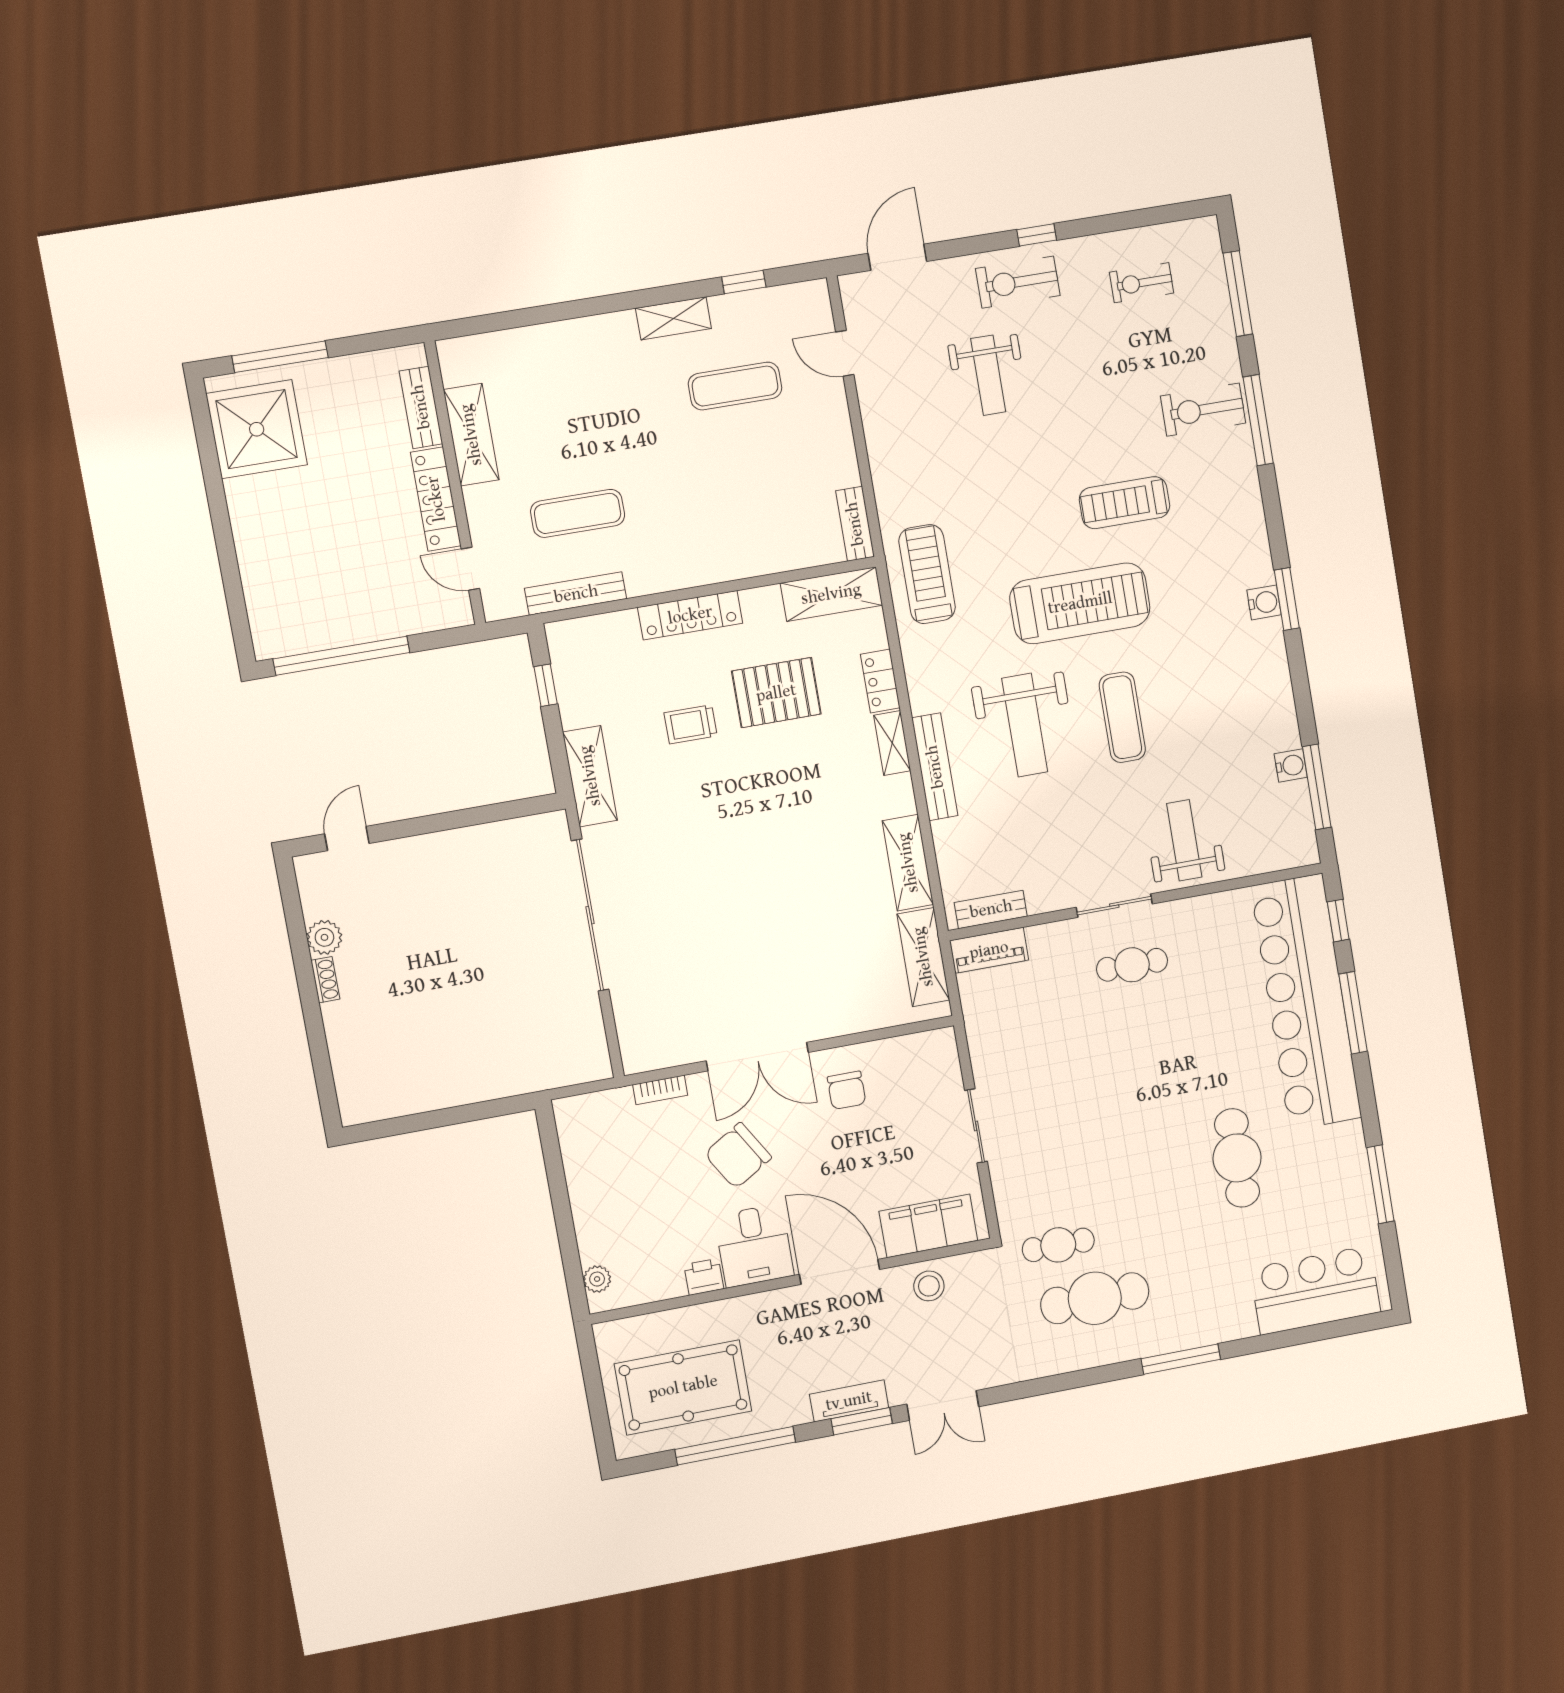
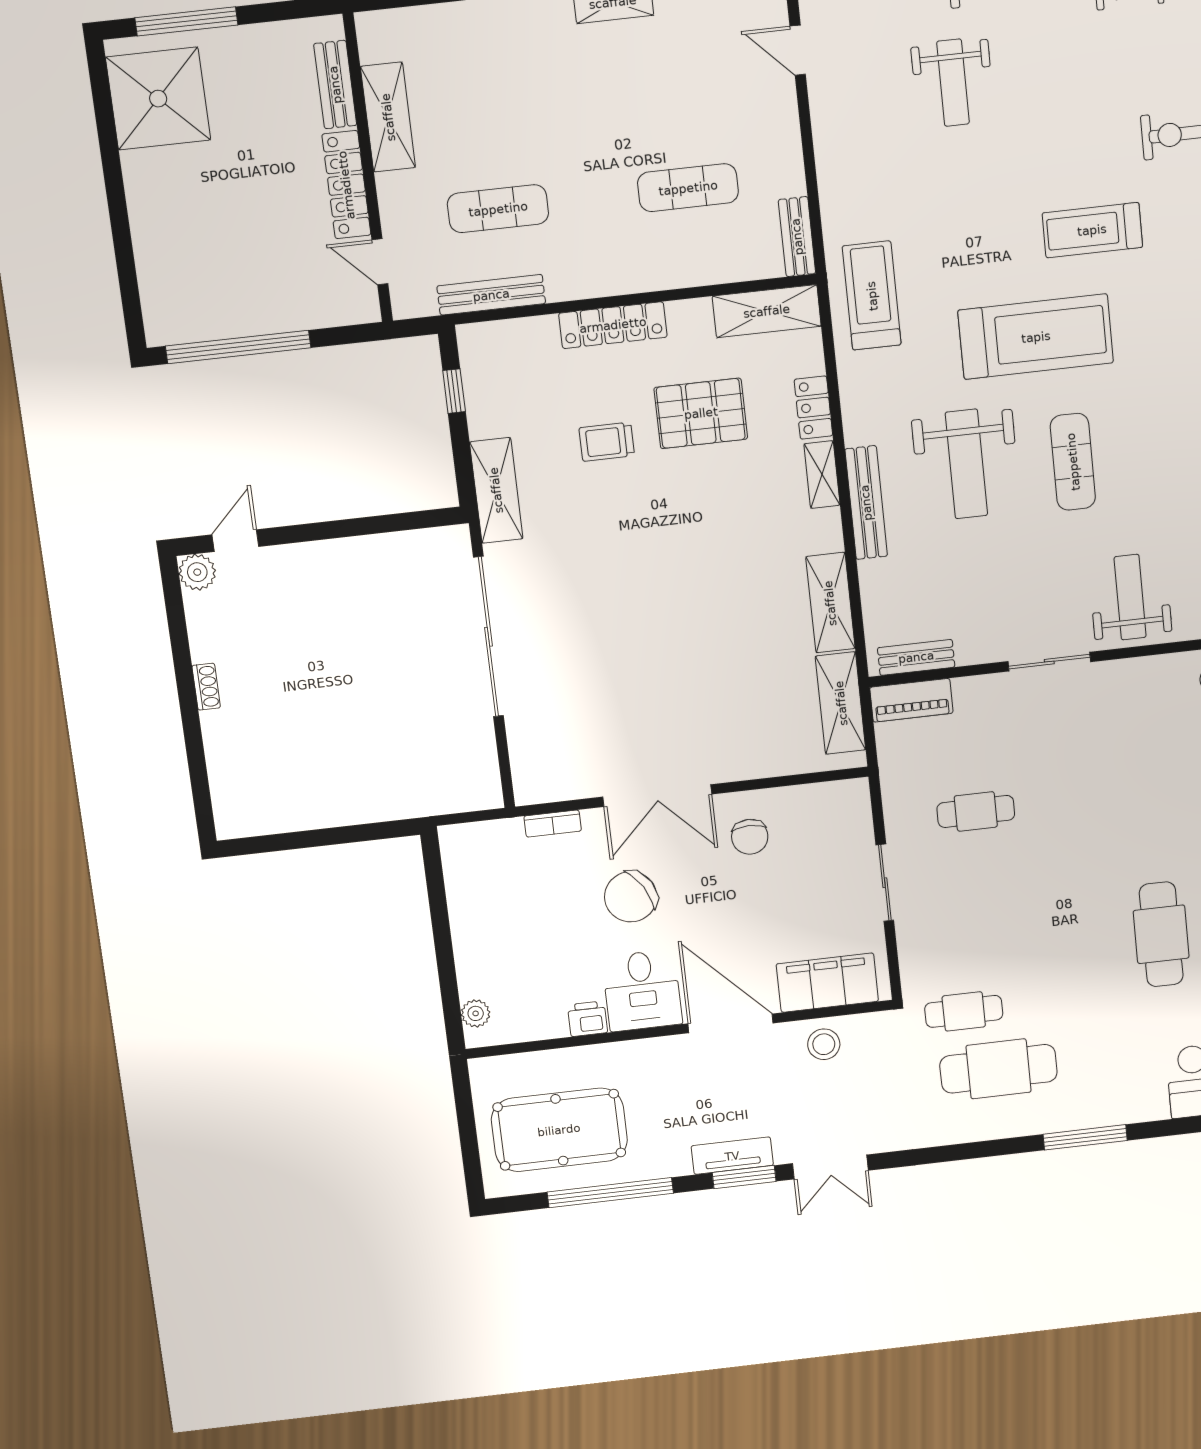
exercise mat: (735, 386) -> (688, 188), moved
plant: (324, 937) -> (197, 572), moved
cafe table: (1132, 965) -> (976, 811), moved

